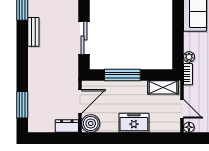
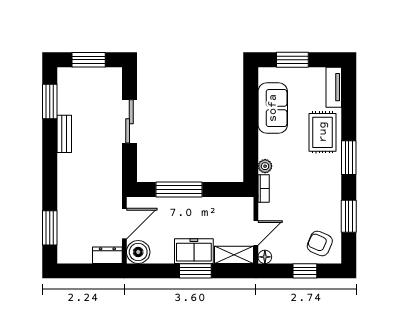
sliding door: (84, 38) -> (129, 121), moved
shelving: (163, 87) -> (234, 255), moved
door: (182, 109) -> (256, 233), hinge flipped
window: (135, 138) -> (195, 271), added

